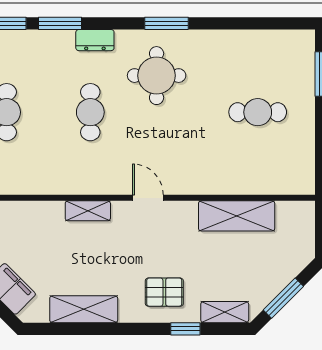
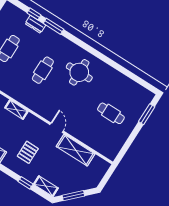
window: (167, 23) -> (97, 54), removed
dresser: (95, 40) -> (35, 24), moved
door: (148, 198) -> (57, 128), moved
pallet: (164, 292) -> (28, 152), moved, turned 90

